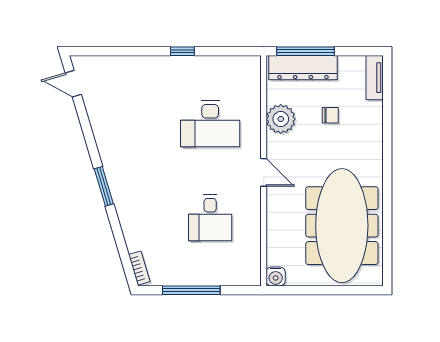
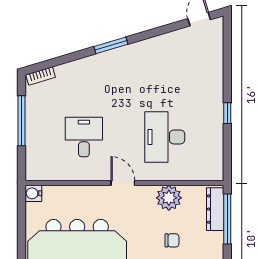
dresser: (303, 68) -> (215, 209), width x0.73, depth x0.80
chair: (330, 115) -> (172, 240), turned -90
door: (264, 172) -> (123, 183), swing flipped
desk: (210, 218) -> (84, 137), turned 90

